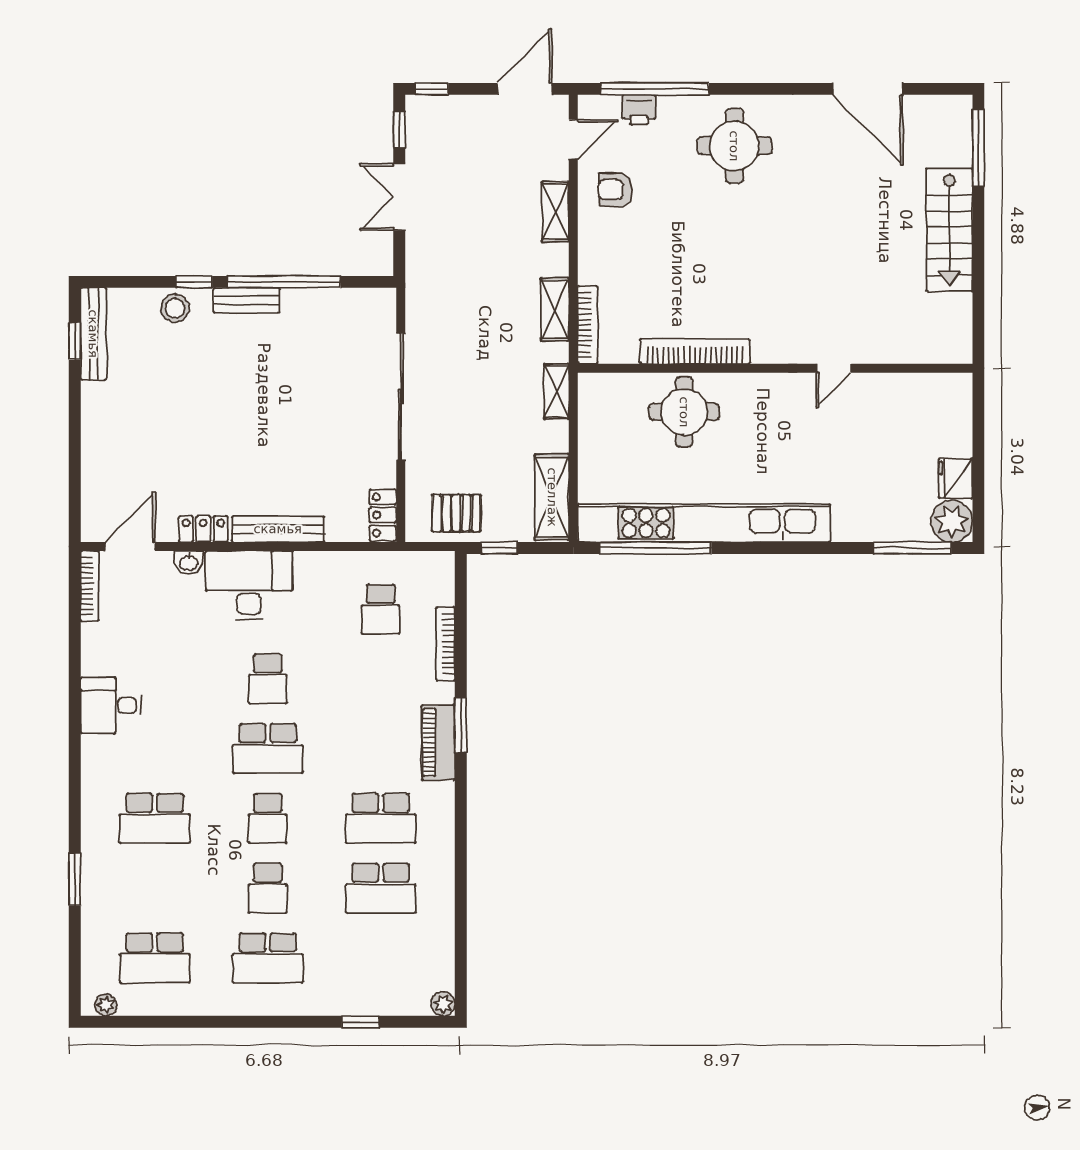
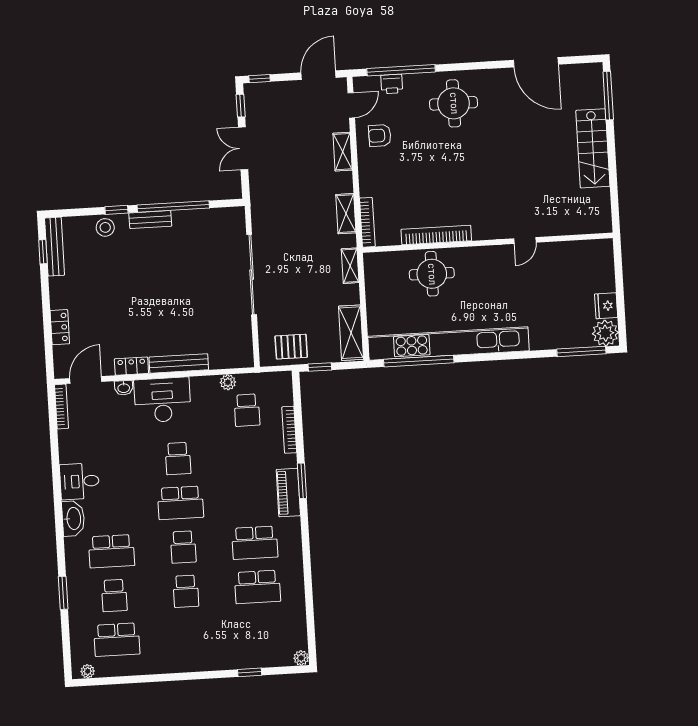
locker: (383, 515) -> (60, 327), moved, turned 180
plant: (353, 563) -> (228, 382), added
washbasin: (97, 763) -> (73, 519), added
school desk: (268, 958) -> (114, 595), moved, width x0.54

